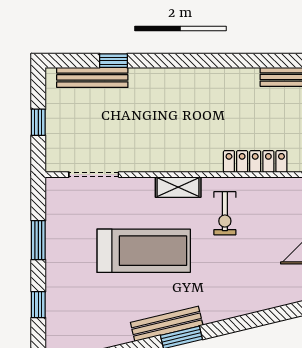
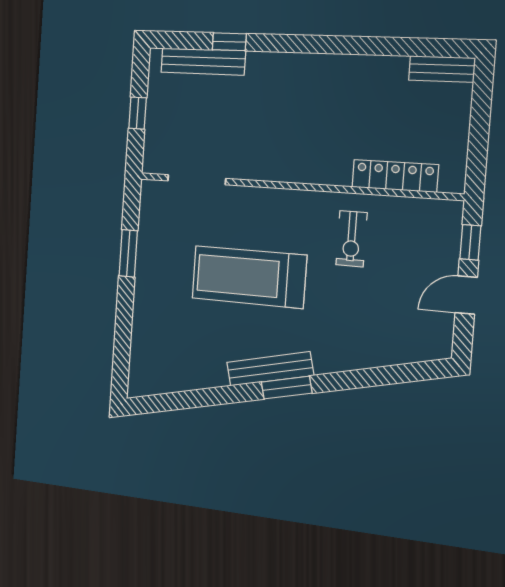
shelving: (178, 187) -> (296, 202), removed
treadmill: (144, 251) -> (249, 277), turned 180
window: (38, 305) -> (123, 329), removed

